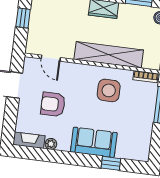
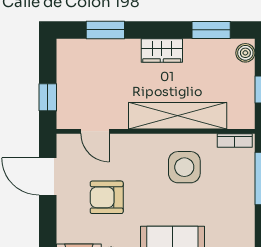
window: (23, 18) -> (48, 97), moved

